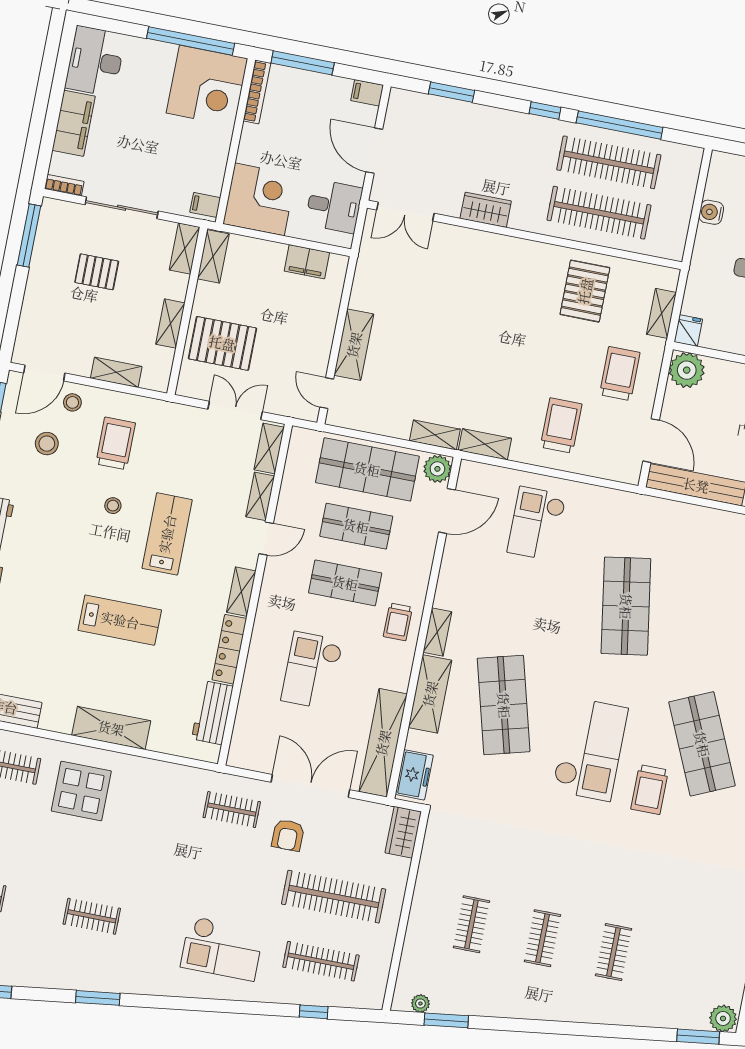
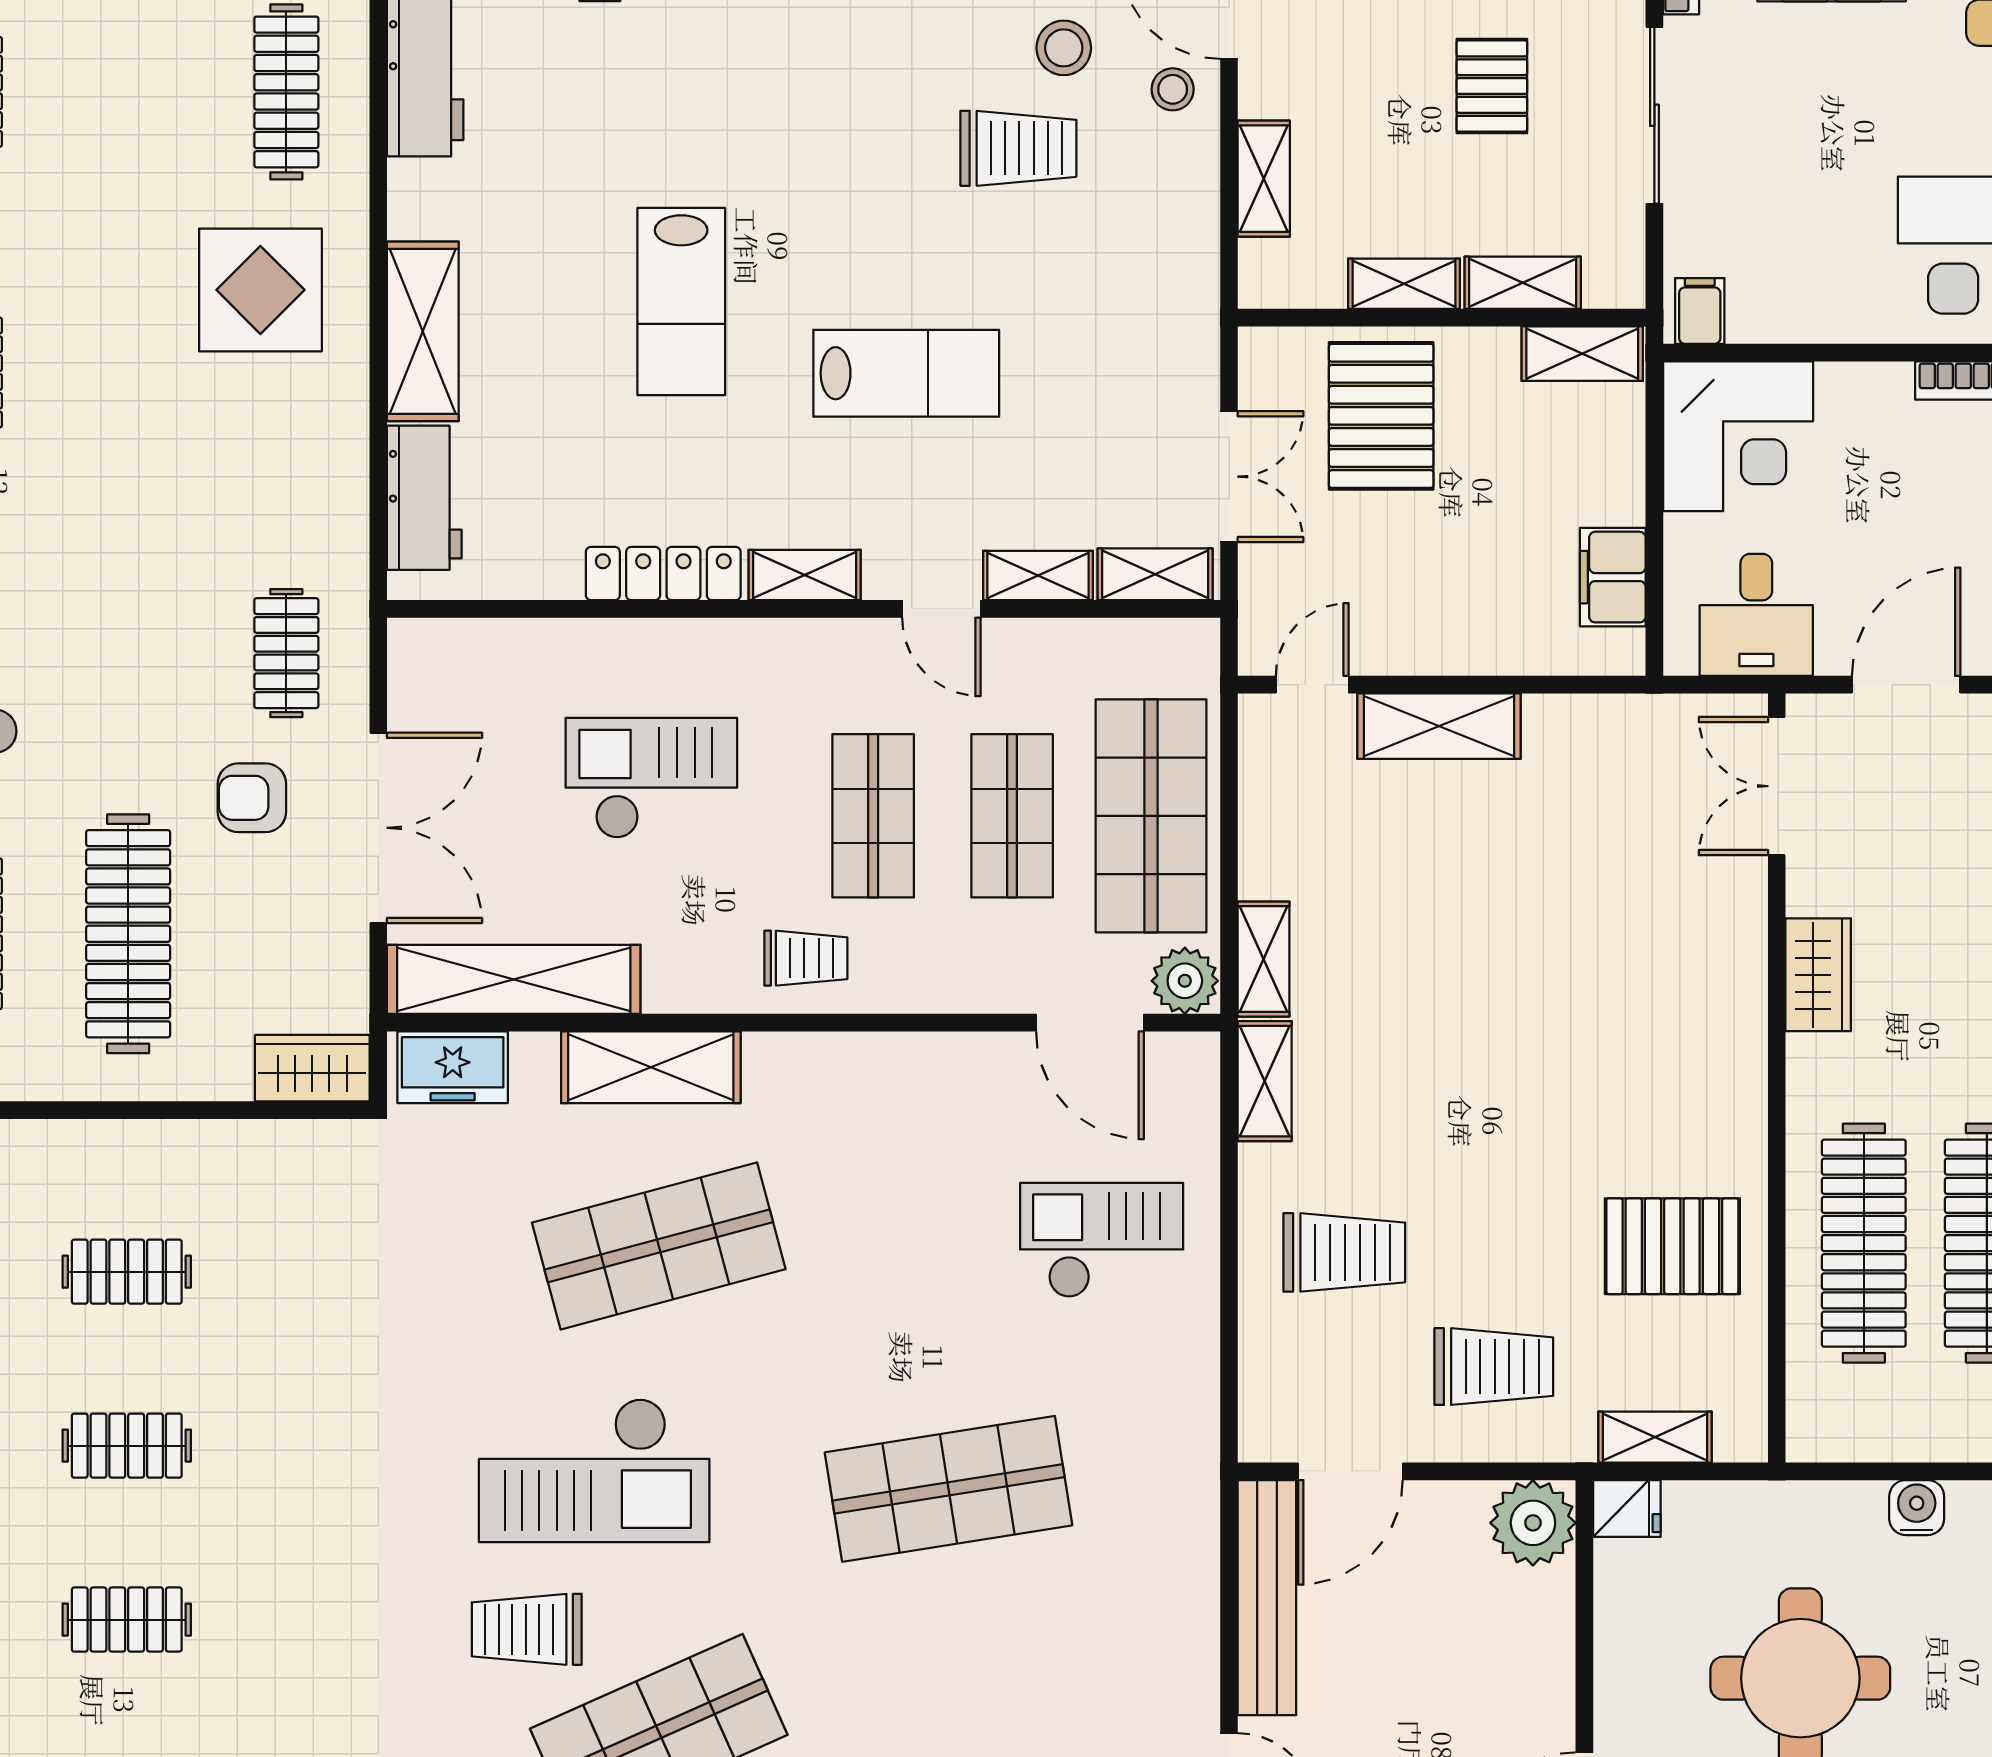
shelving: (185, 249) -> (1523, 283), moved
trolley: (116, 443) -> (1018, 148), moved
stool: (113, 506) -> (948, 232), removed
trolley: (398, 622) -> (806, 958), turned 180
shelving: (437, 632) -> (800, 1056), removed
workbench: (212, 713) -> (424, 498), moved, turned 90

